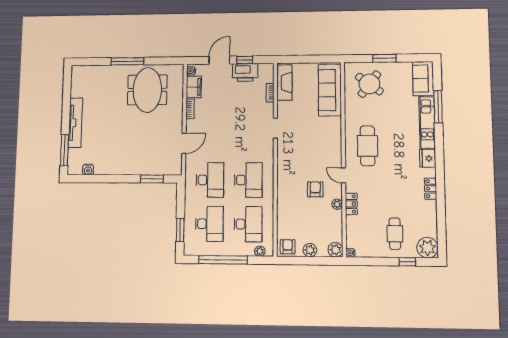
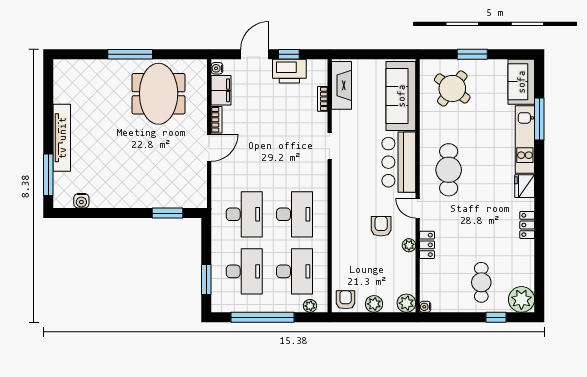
bar counter: (329, 140) -> (399, 162), added
door: (184, 143) -> (209, 148), moved

